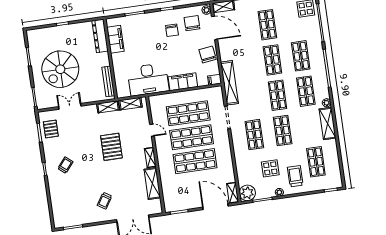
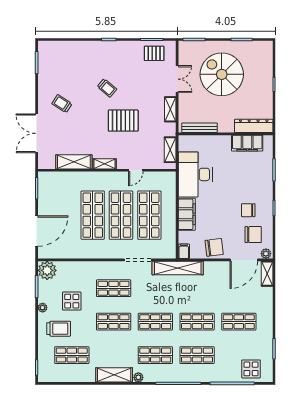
shelving: (108, 107) -> (170, 109), moved
trolley: (65, 165) -> (107, 88), moved
shelving: (233, 193) -> (50, 253), removed

